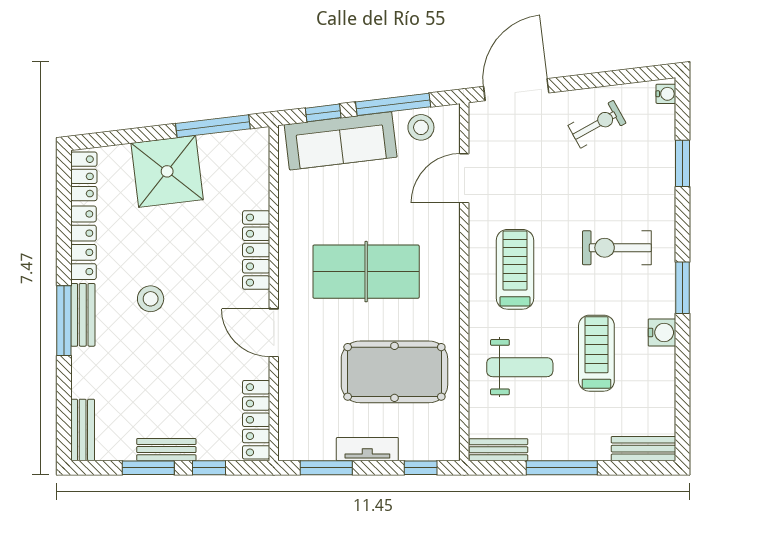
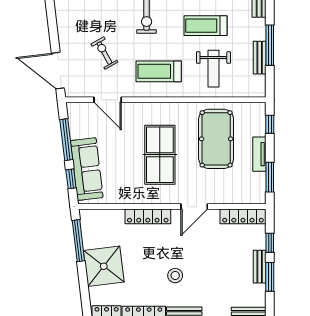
exercise bike: (597, 124) -> (104, 53), moved
stool: (421, 127) -> (79, 124), removed
weight bench: (520, 367) -> (213, 69), turned 180
bench: (498, 450) -> (260, 58), moved

